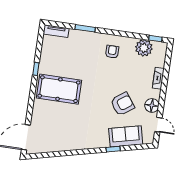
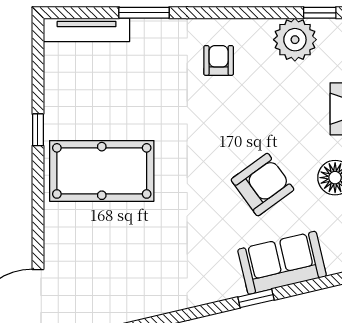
tv unit: (56, 31) -> (87, 30), width x1.41

